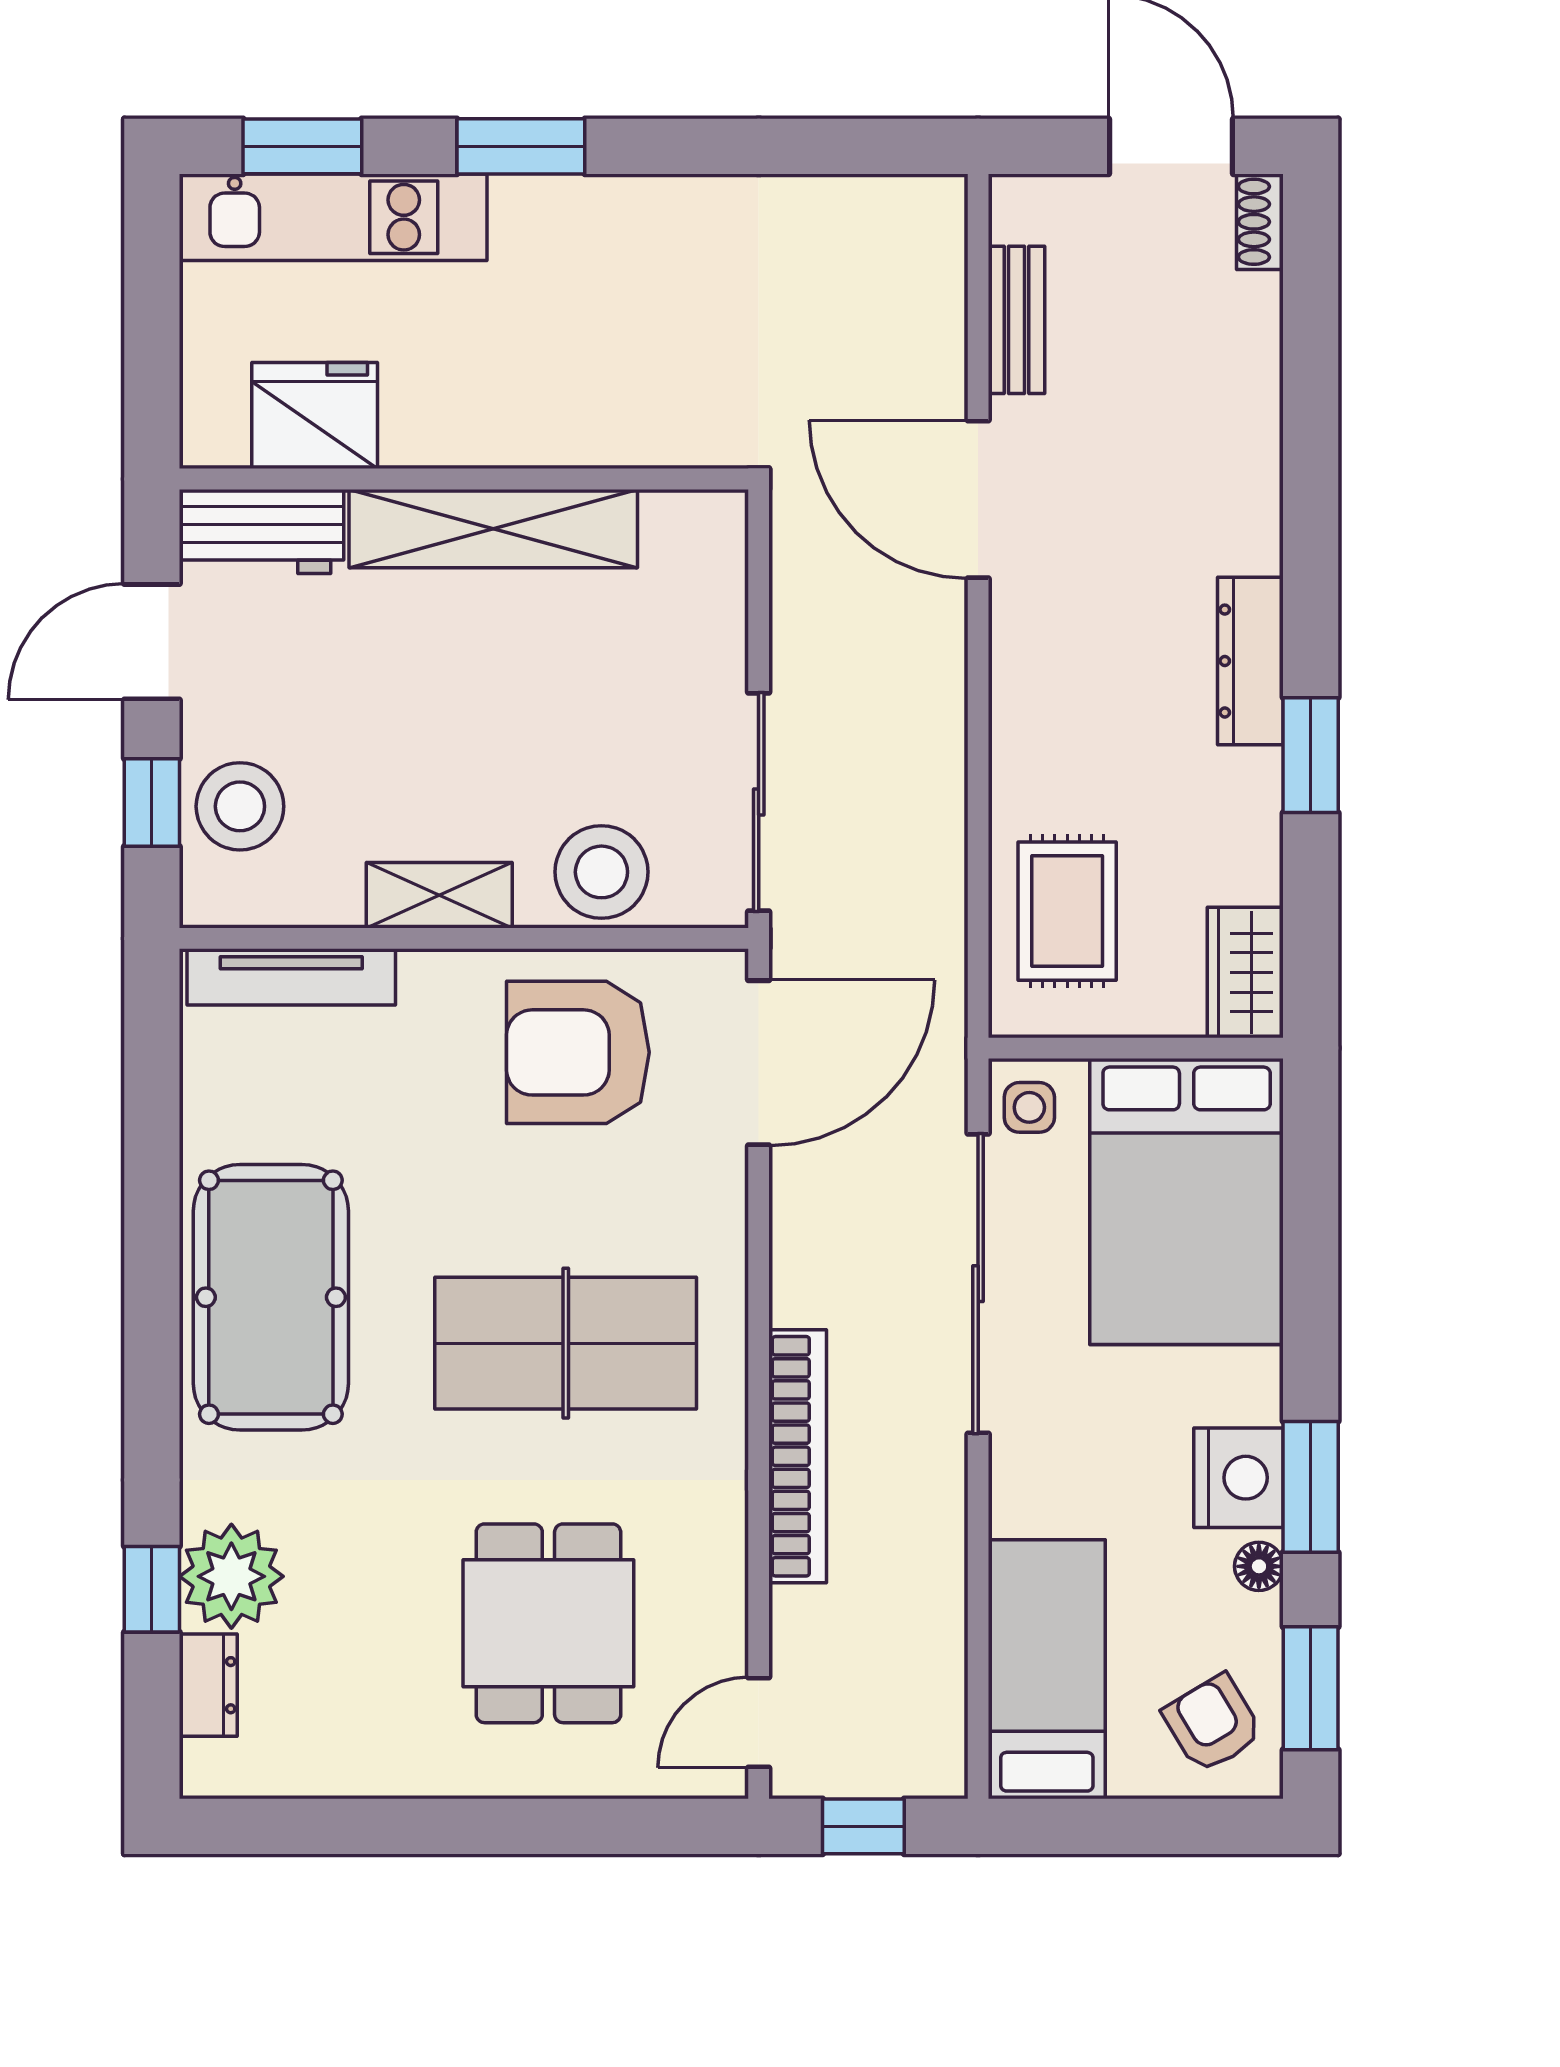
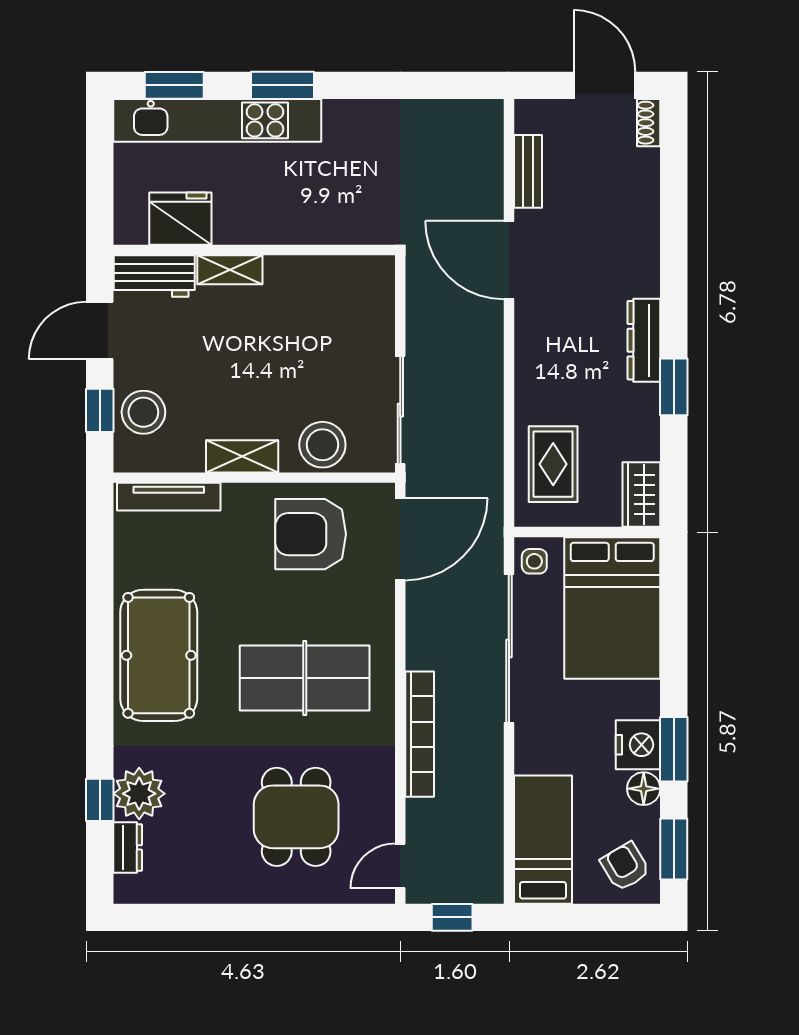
kitchen unit: (333, 217) -> (217, 120), width x1.36
shelving: (493, 529) -> (230, 270), width x0.45, depth x0.75
floor lamp: (1259, 1566) -> (644, 789), width x1.37, depth x1.37

